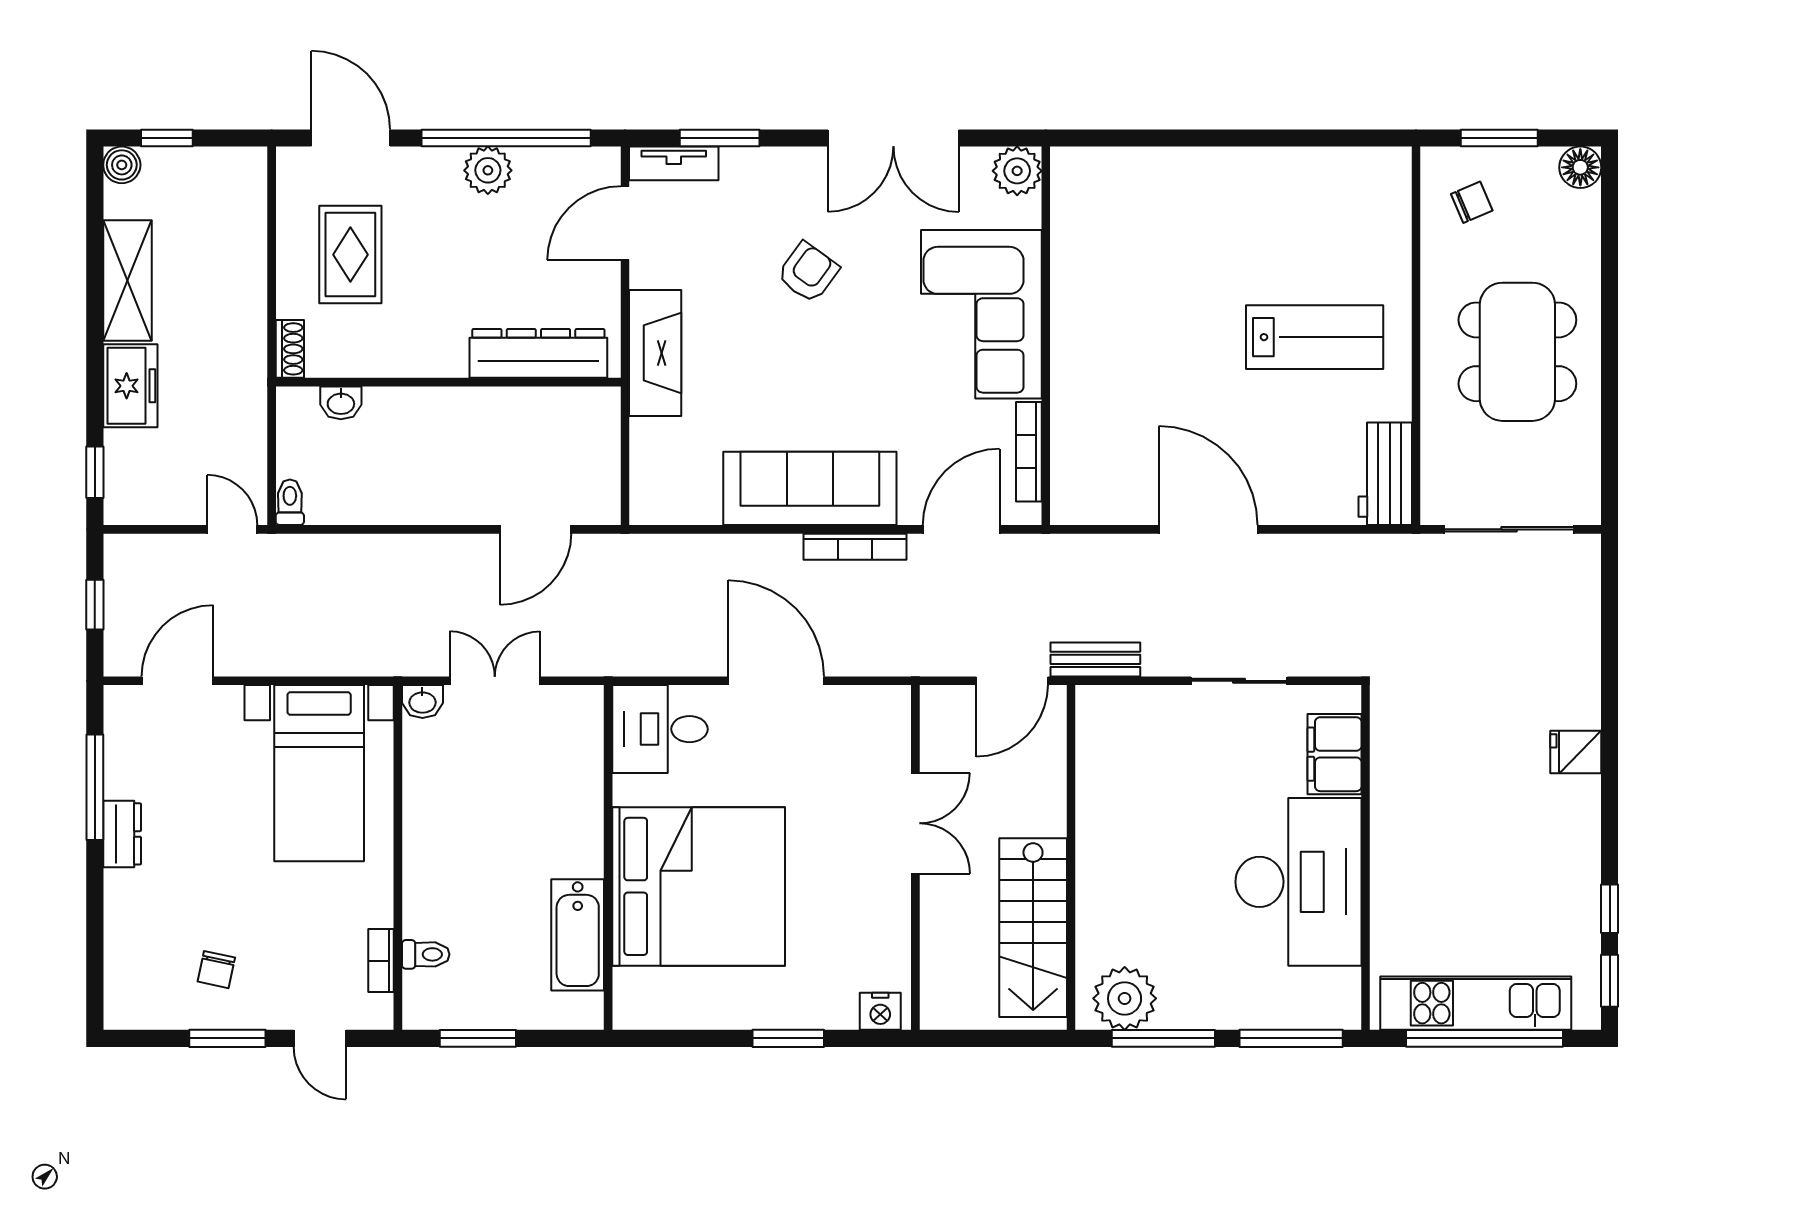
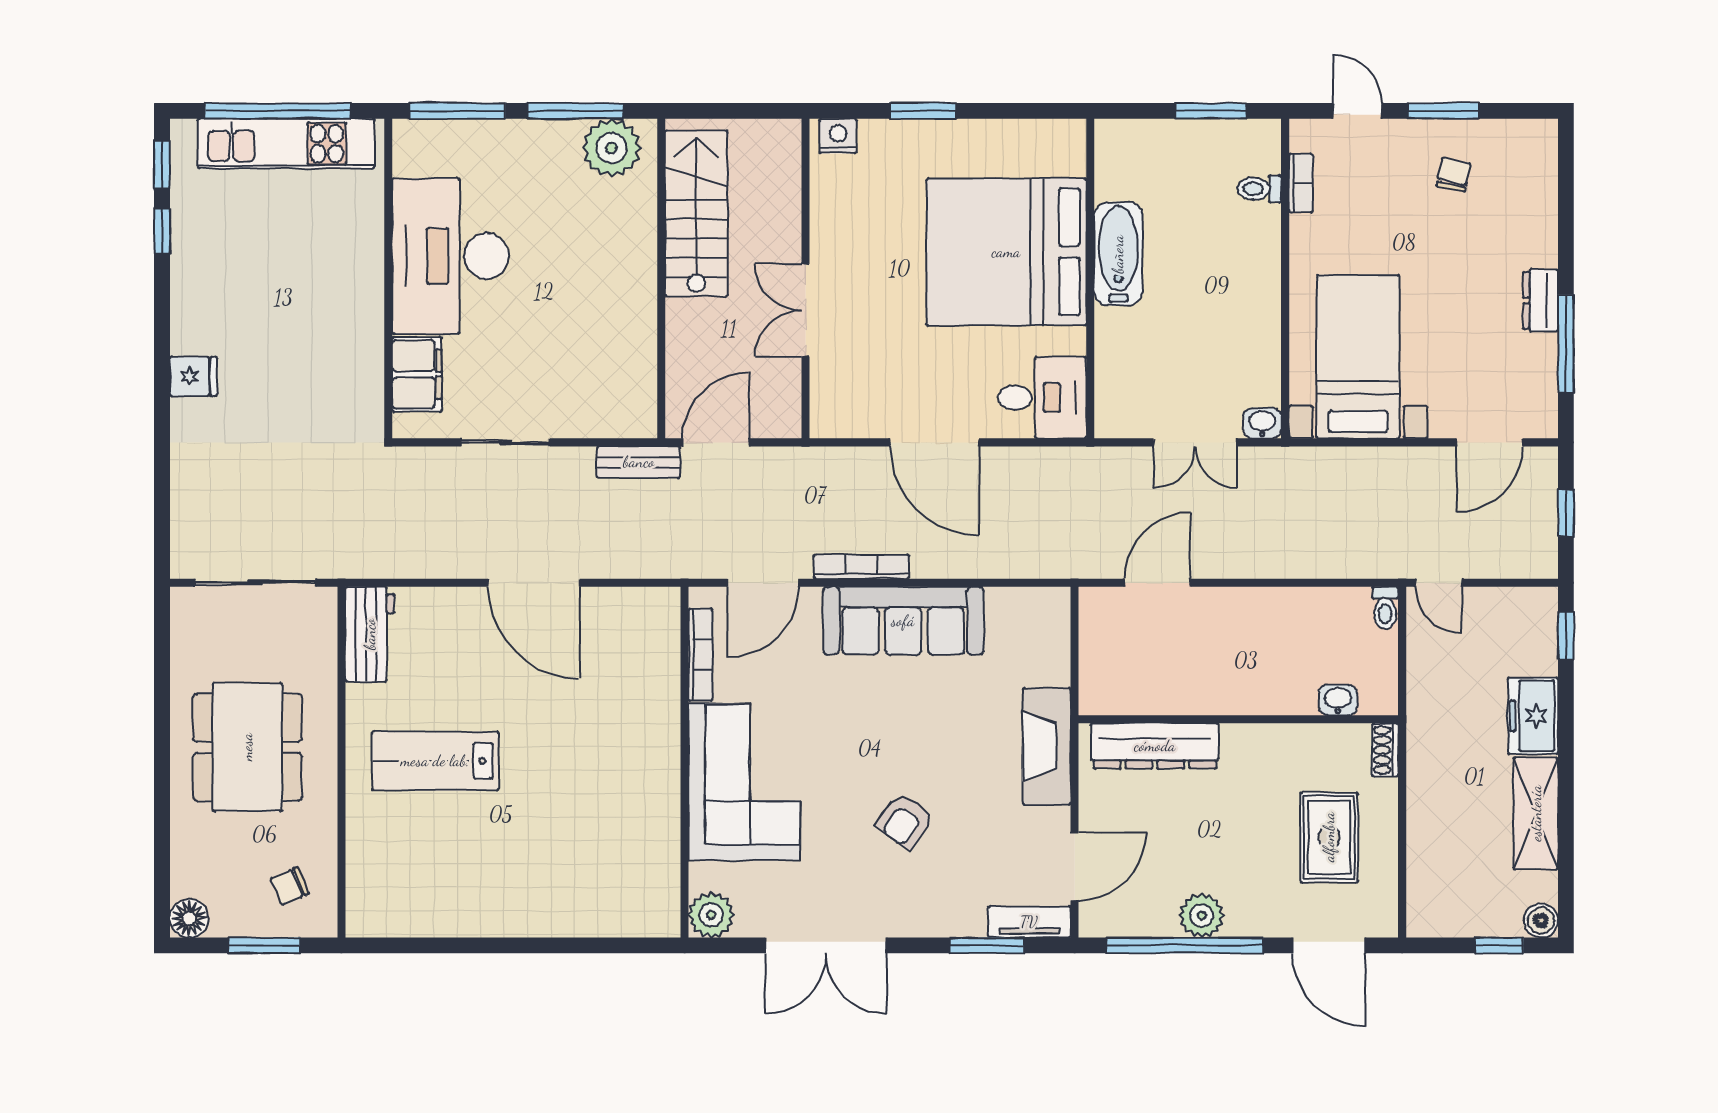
double door: (893, 138) -> (826, 945), swing flipped
bathtub: (578, 935) -> (1118, 254), moved

